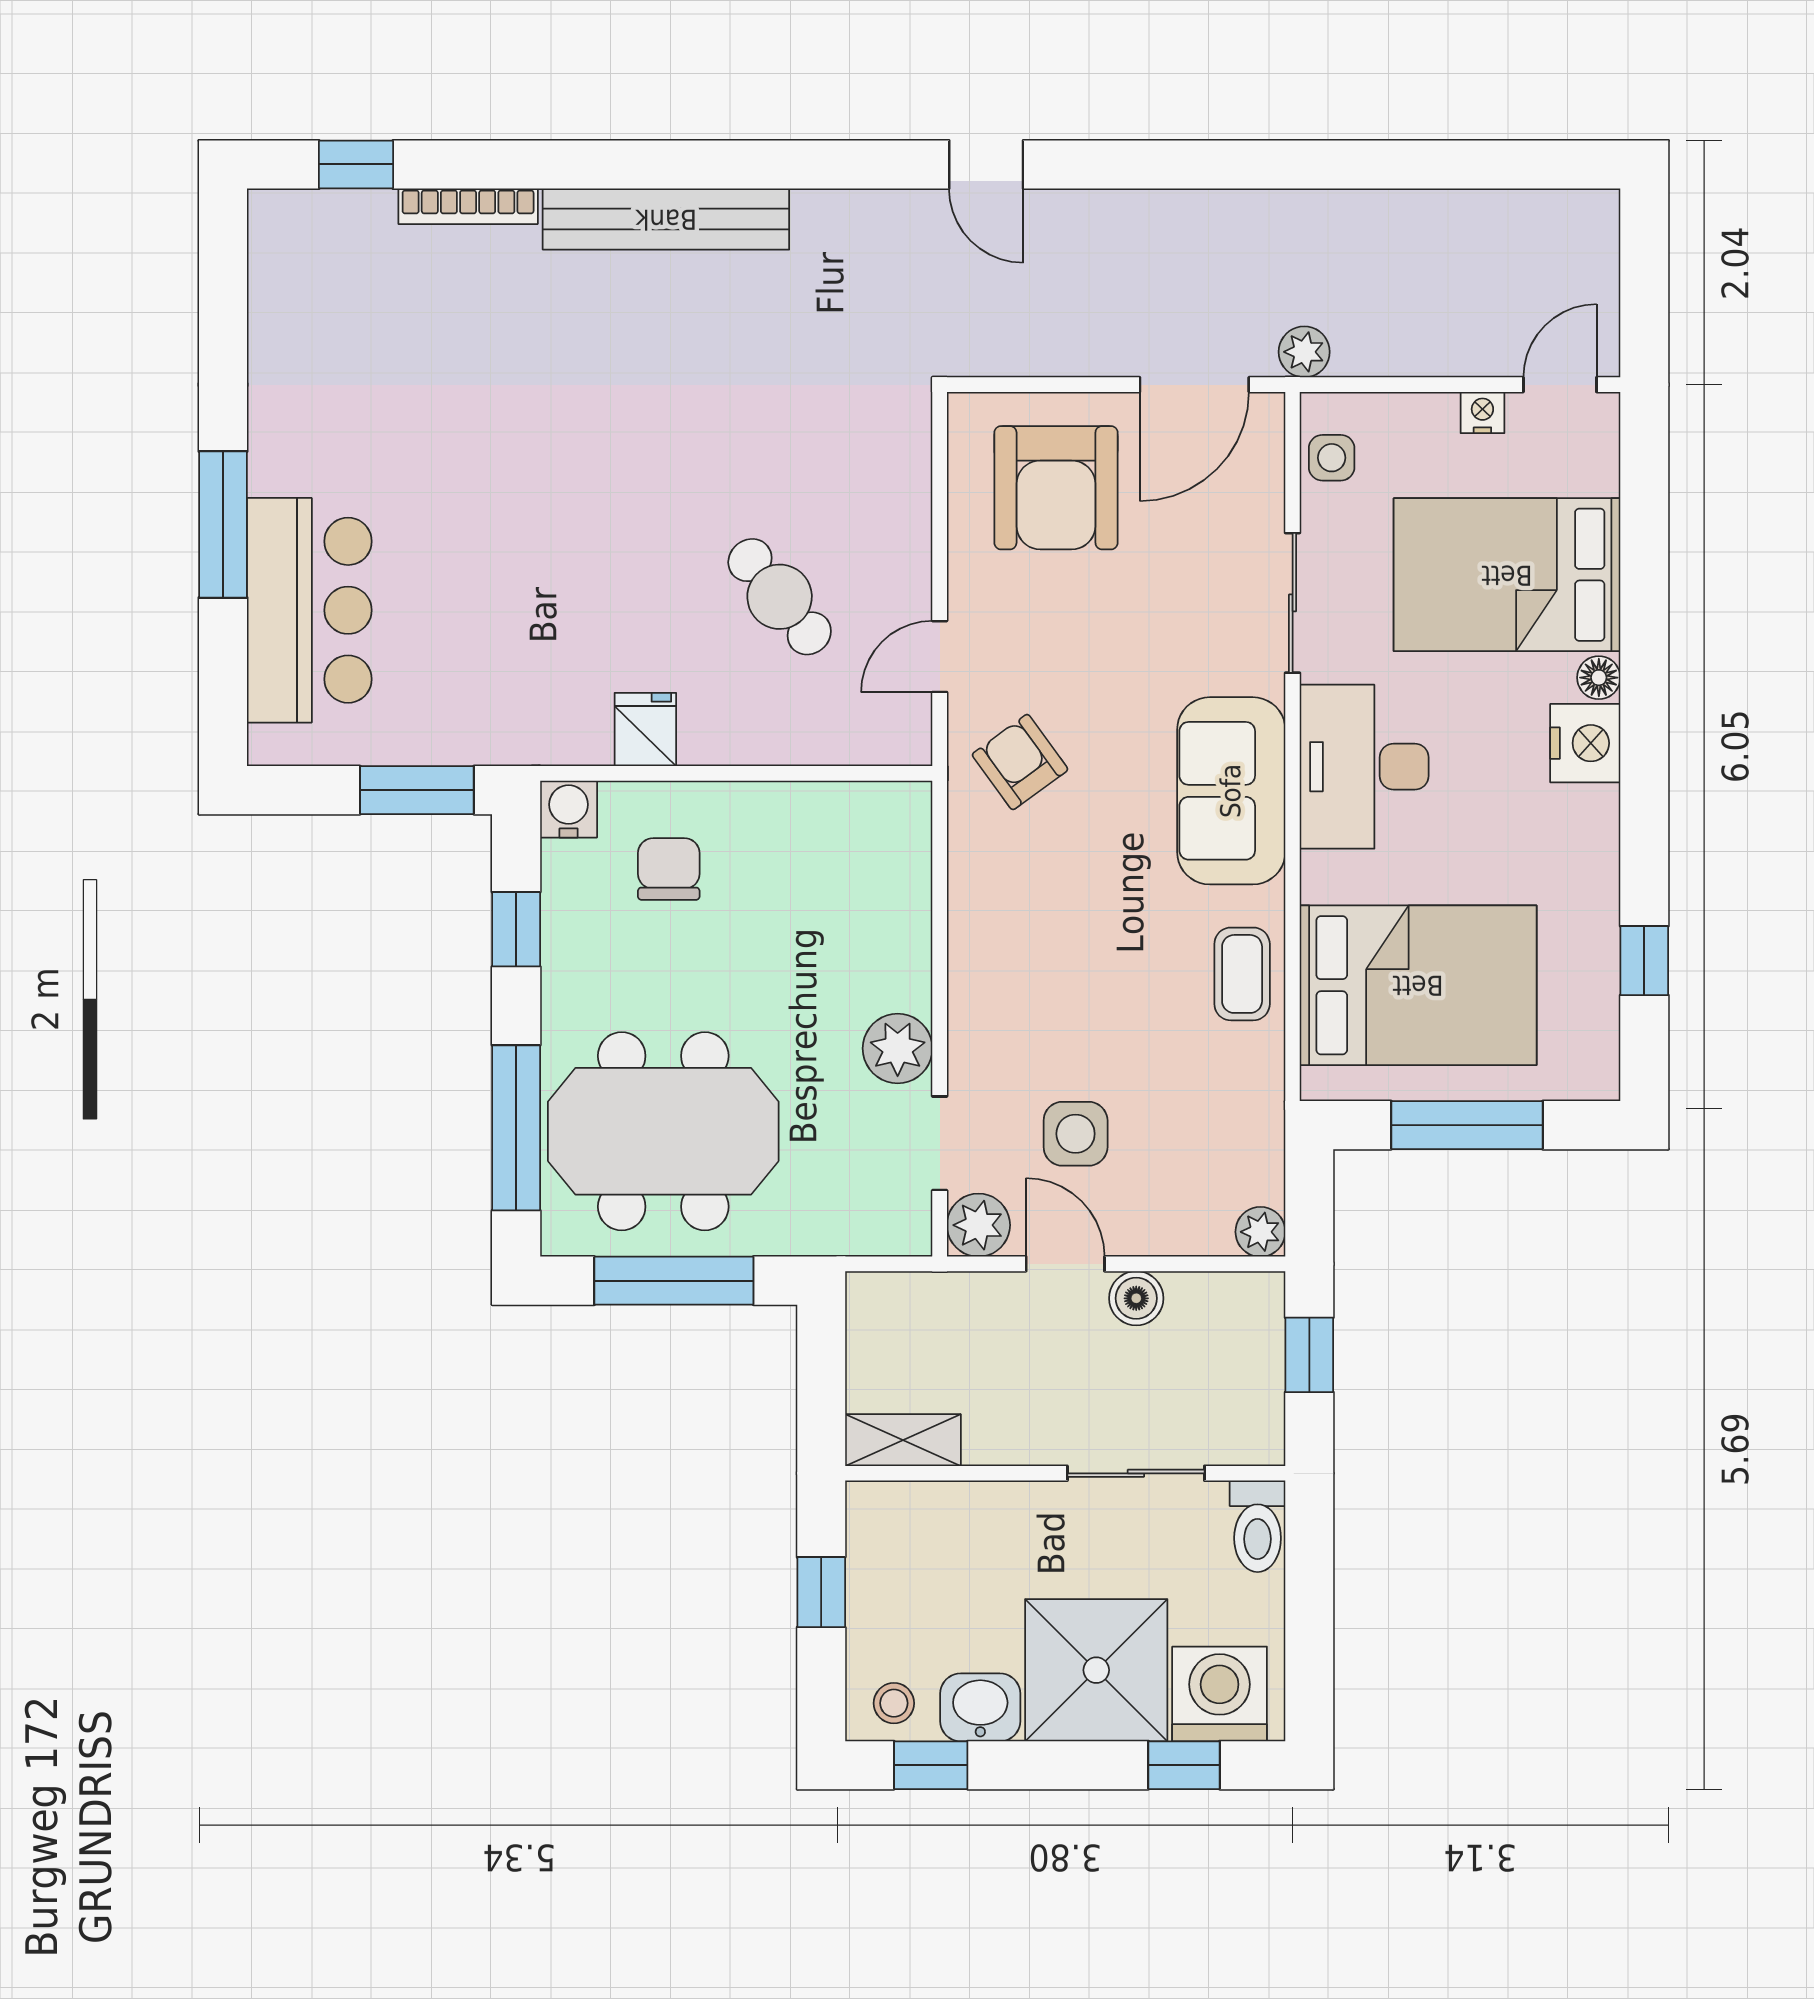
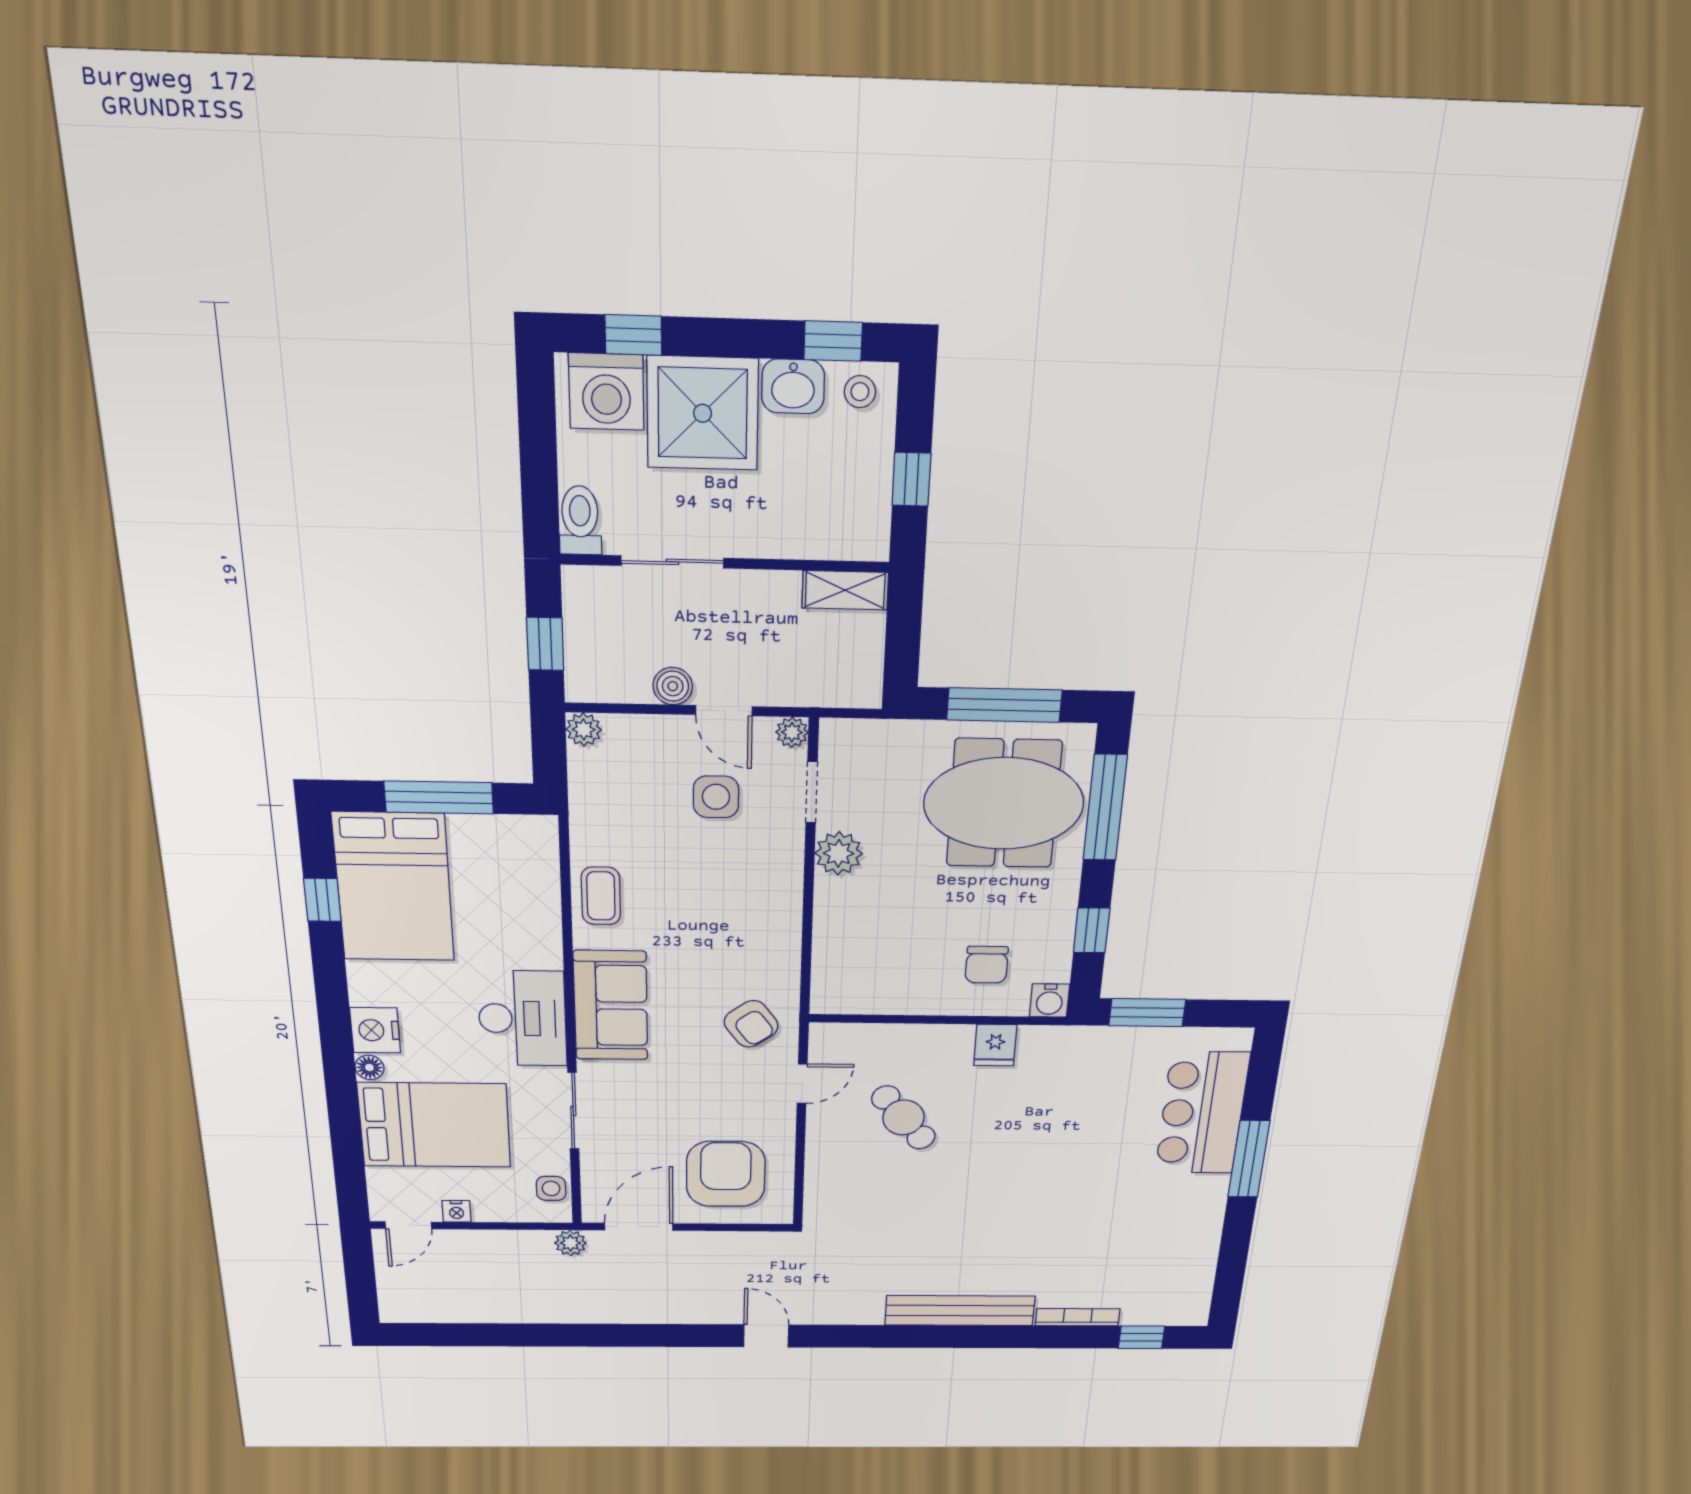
bed: (1418, 985) -> (394, 887), moved, turned -90
plant: (978, 1225) -> (792, 732), width x0.73, depth x0.73

